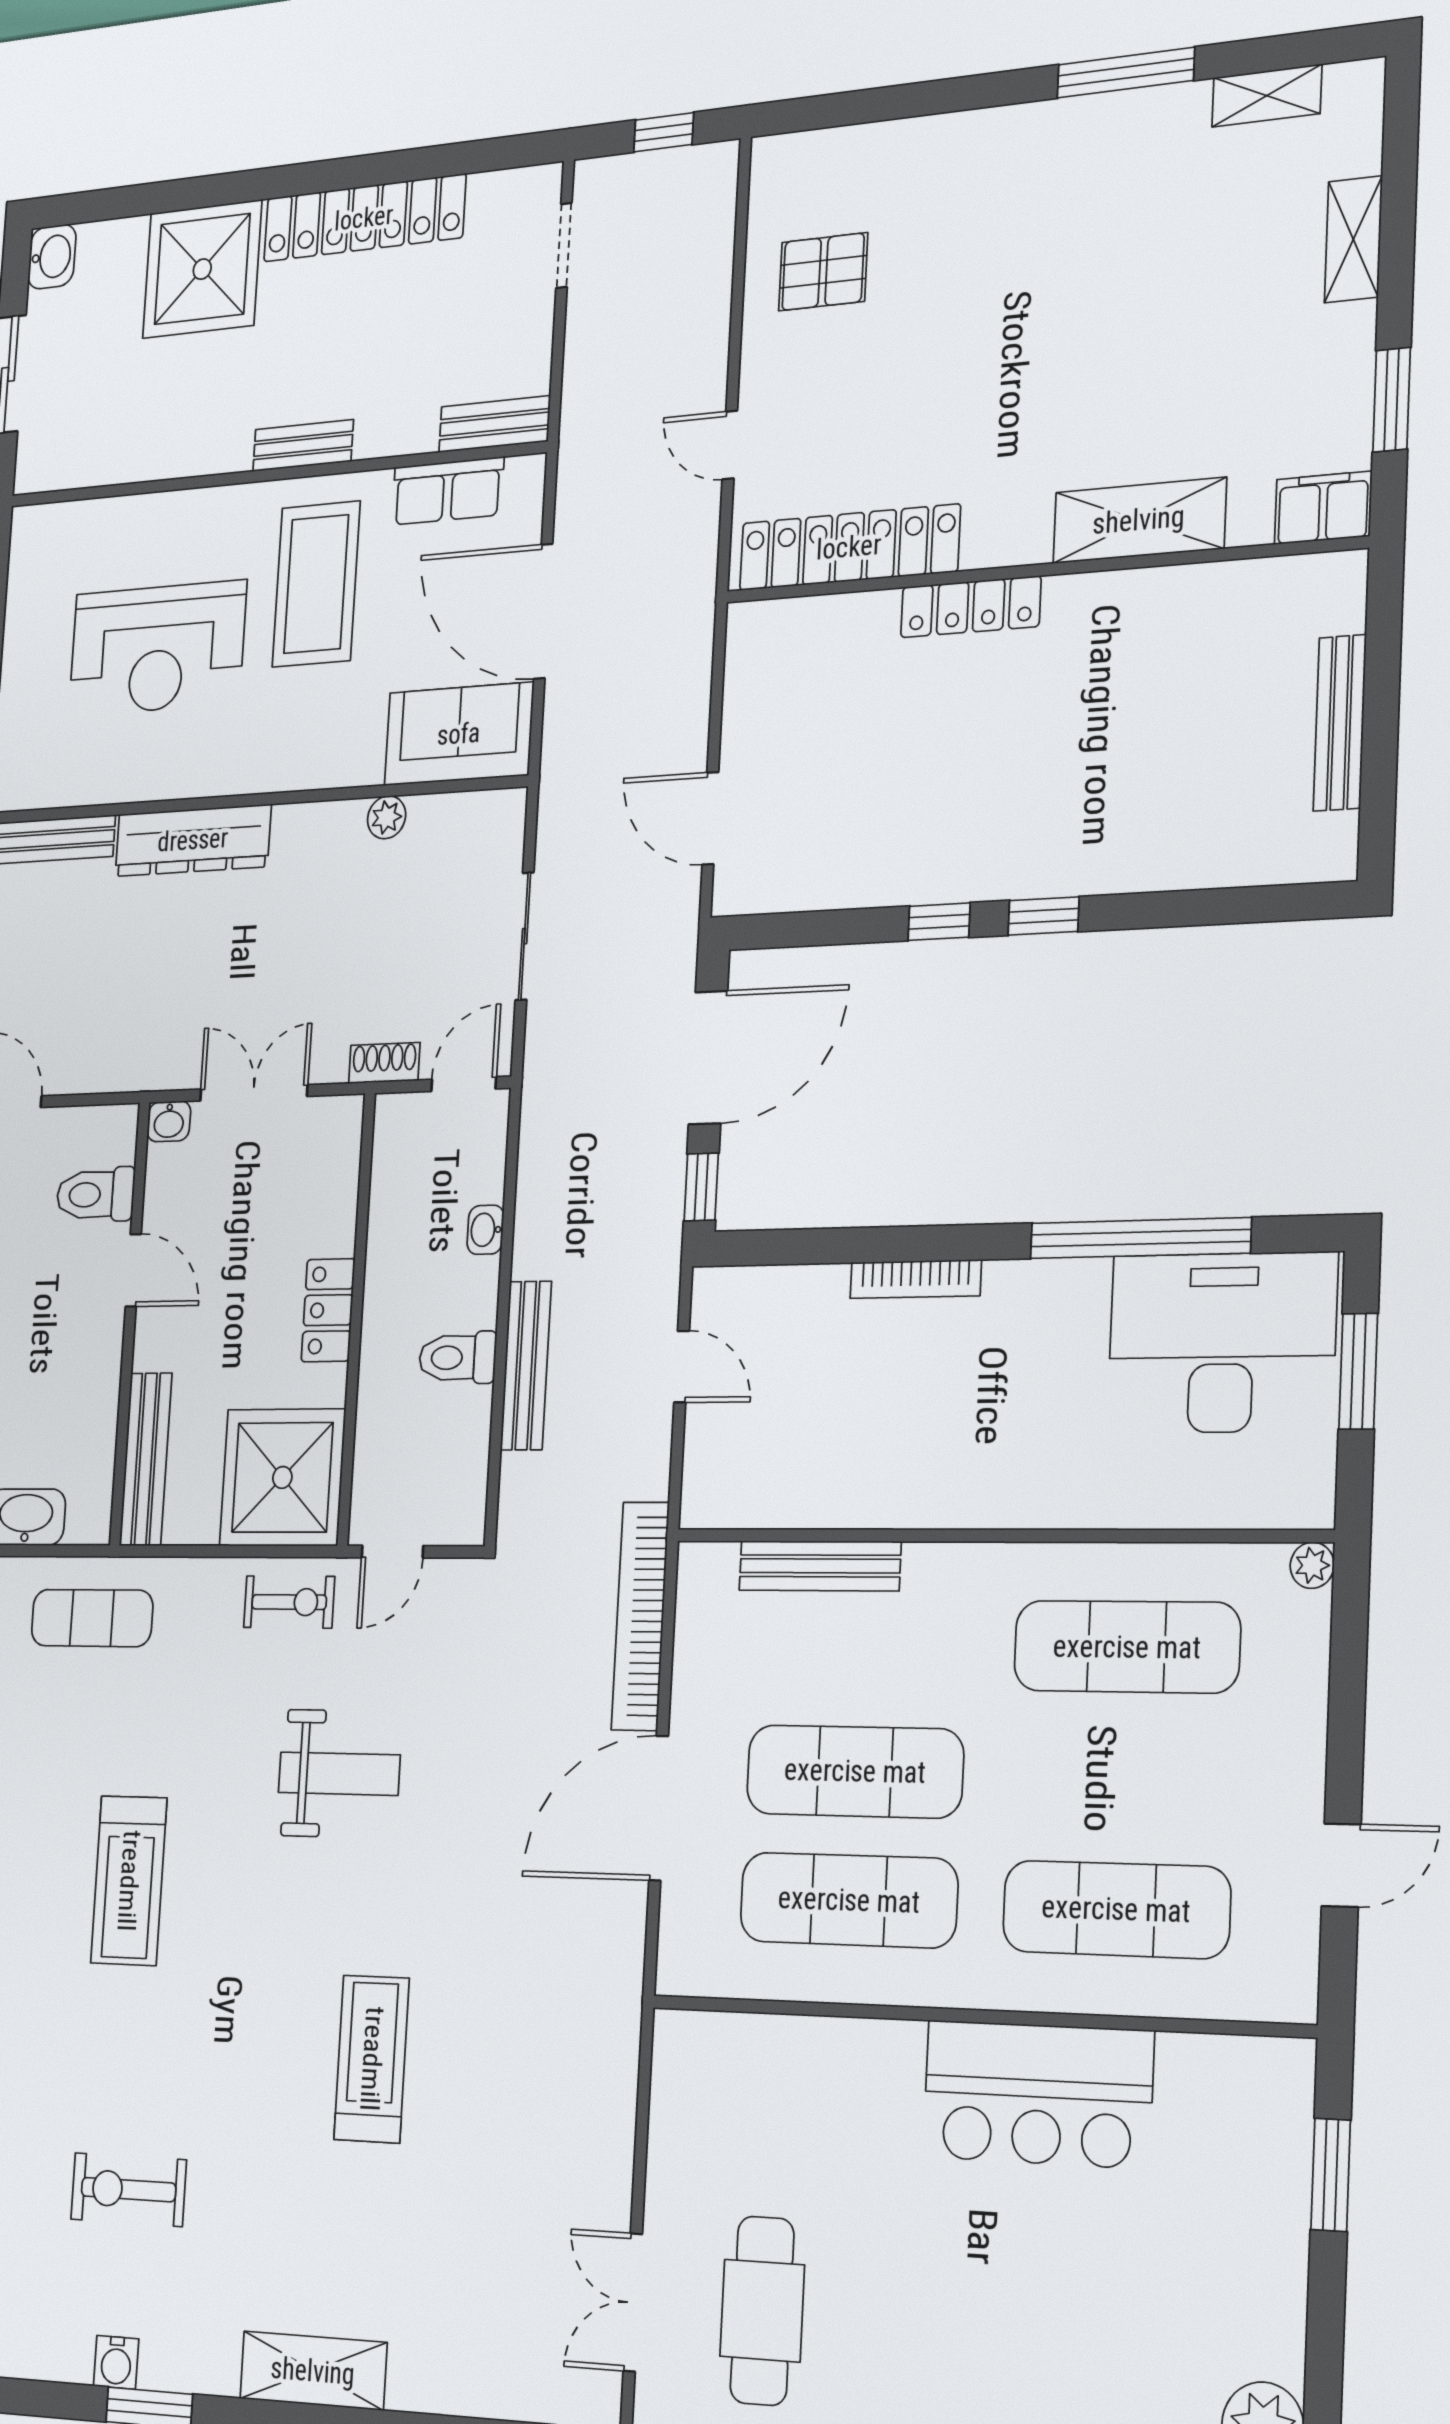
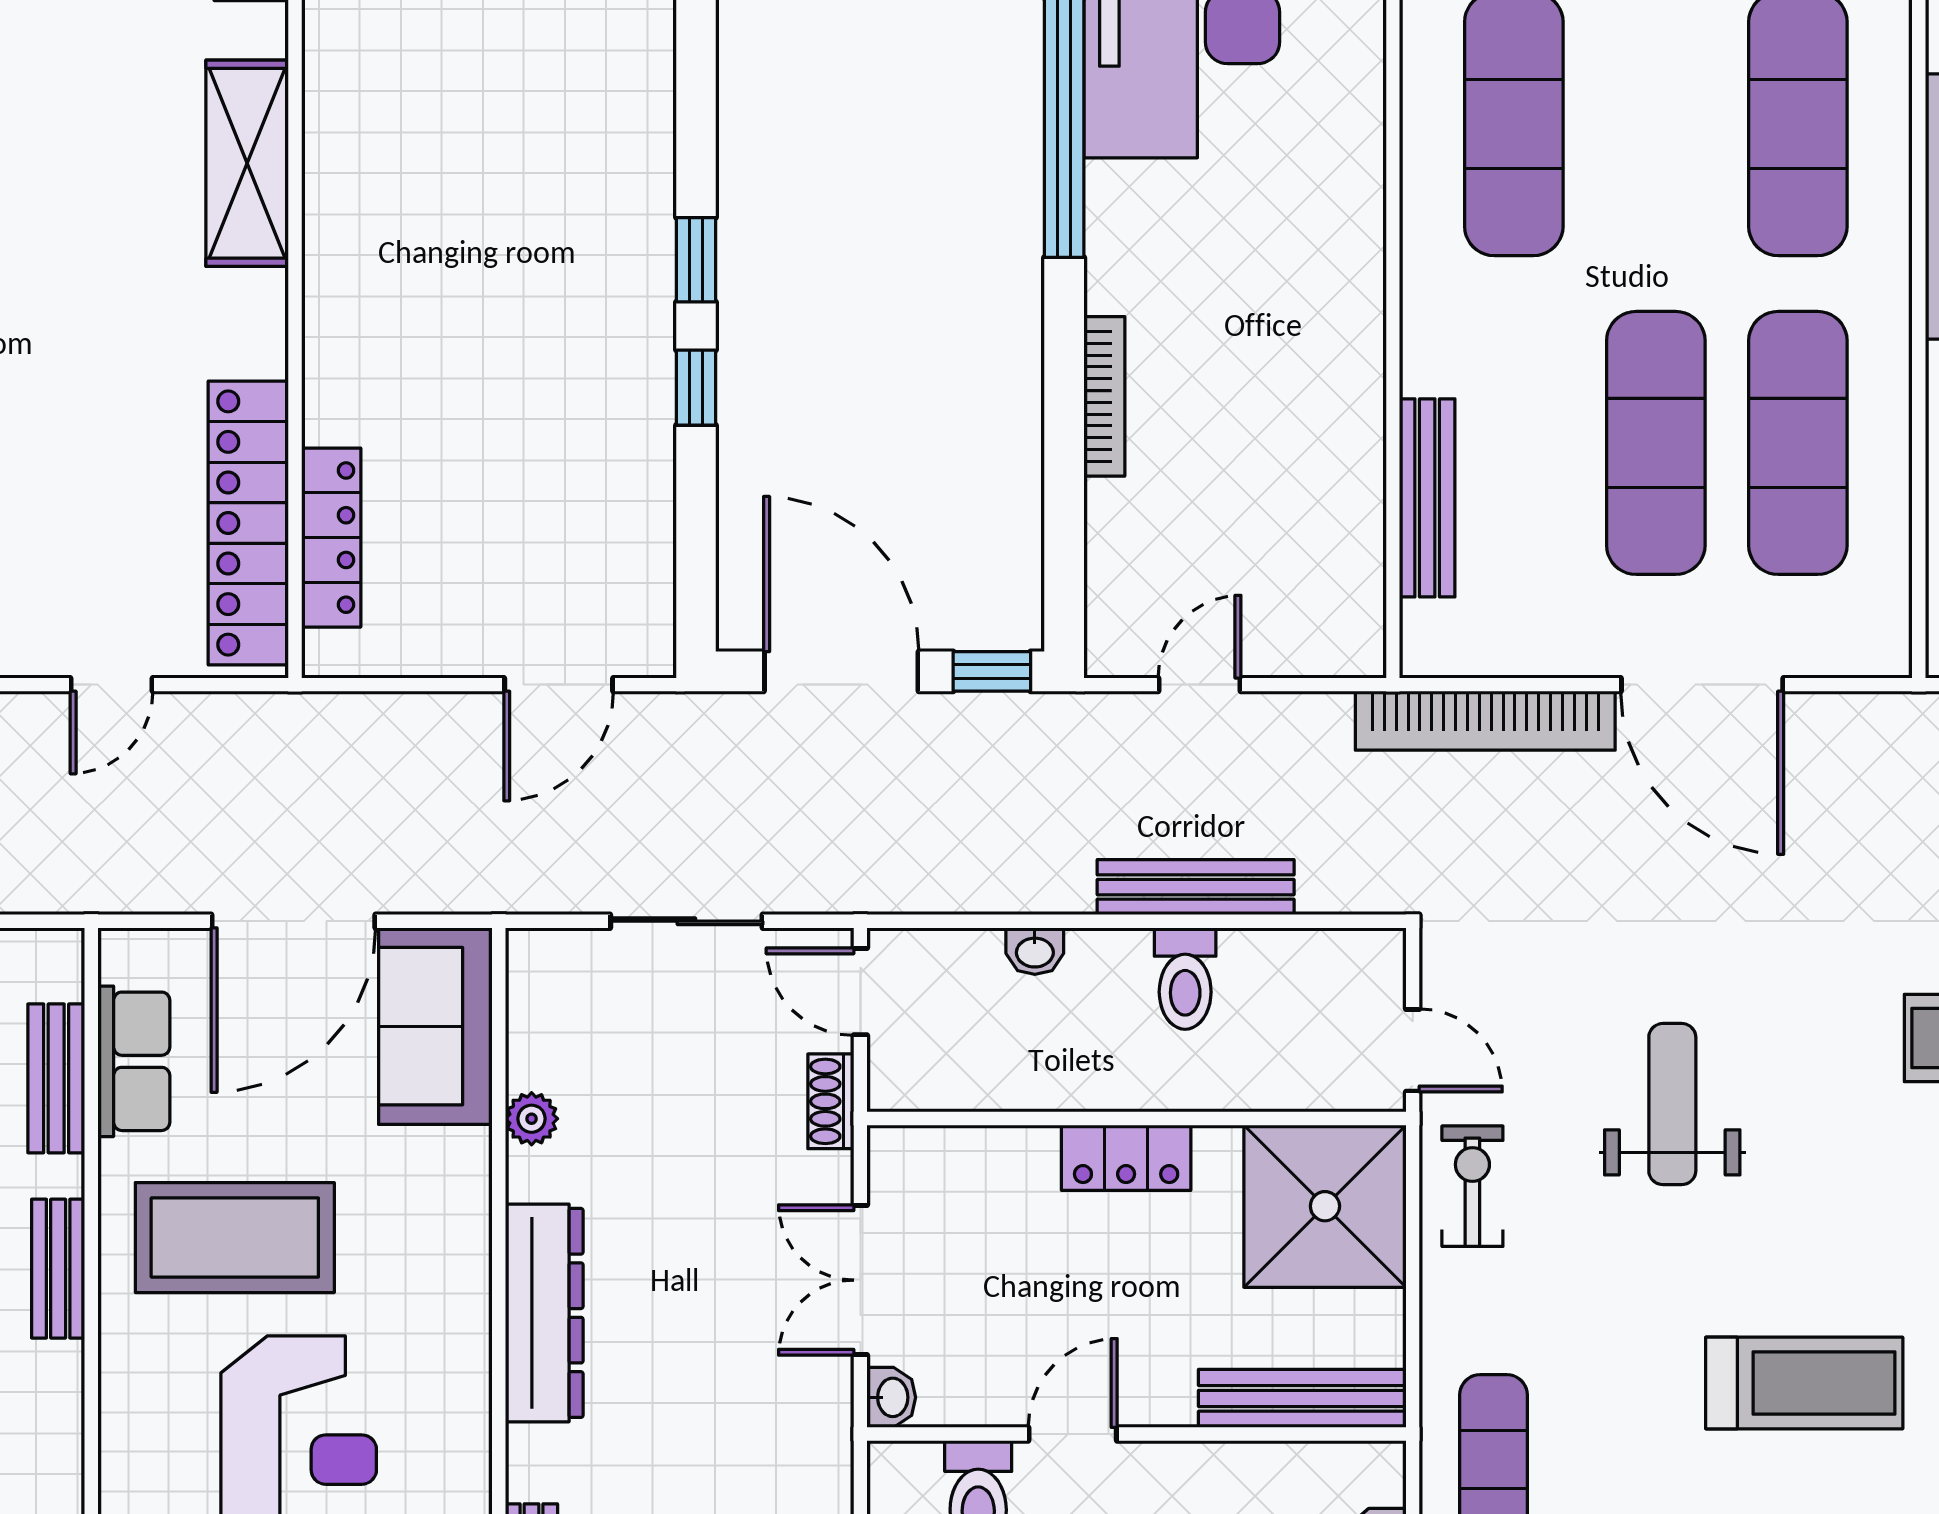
bench: (495, 424) -> (56, 1078), moved
locker: (971, 607) -> (331, 538), moved
dresser: (193, 840) -> (544, 1313), moved

